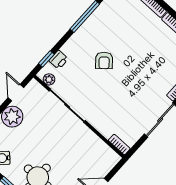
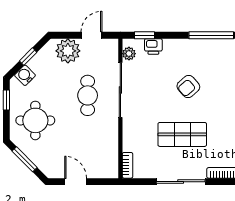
shop shelf: (131, 92) -> (182, 134), added
cafe table: (52, 130) -> (88, 95), added

